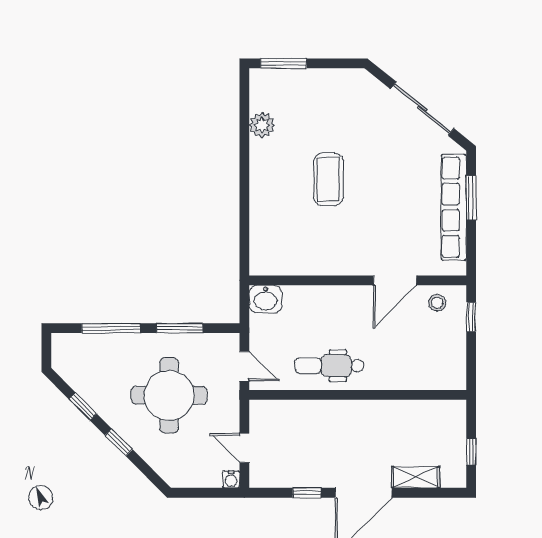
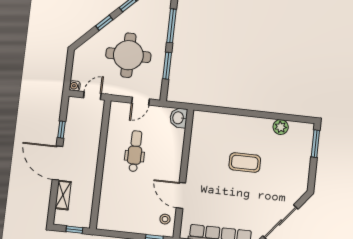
wall: (358, 395) -> (100, 164), moved

